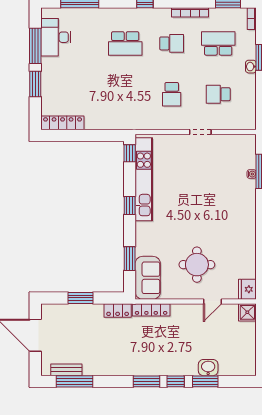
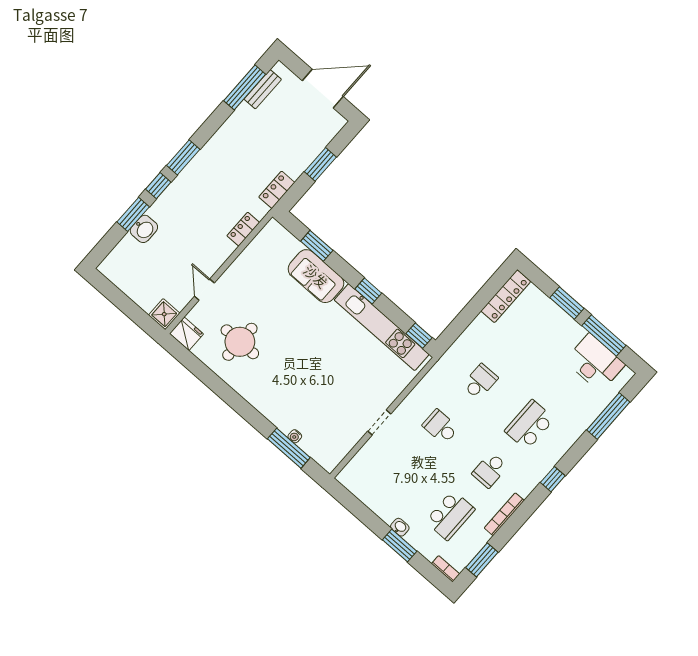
school desk: (218, 94) -> (480, 382), moved
round table: (197, 265) -> (240, 342), moved
sofa: (148, 278) -> (316, 276), moved
locker: (151, 310) -> (243, 229), width x0.66

